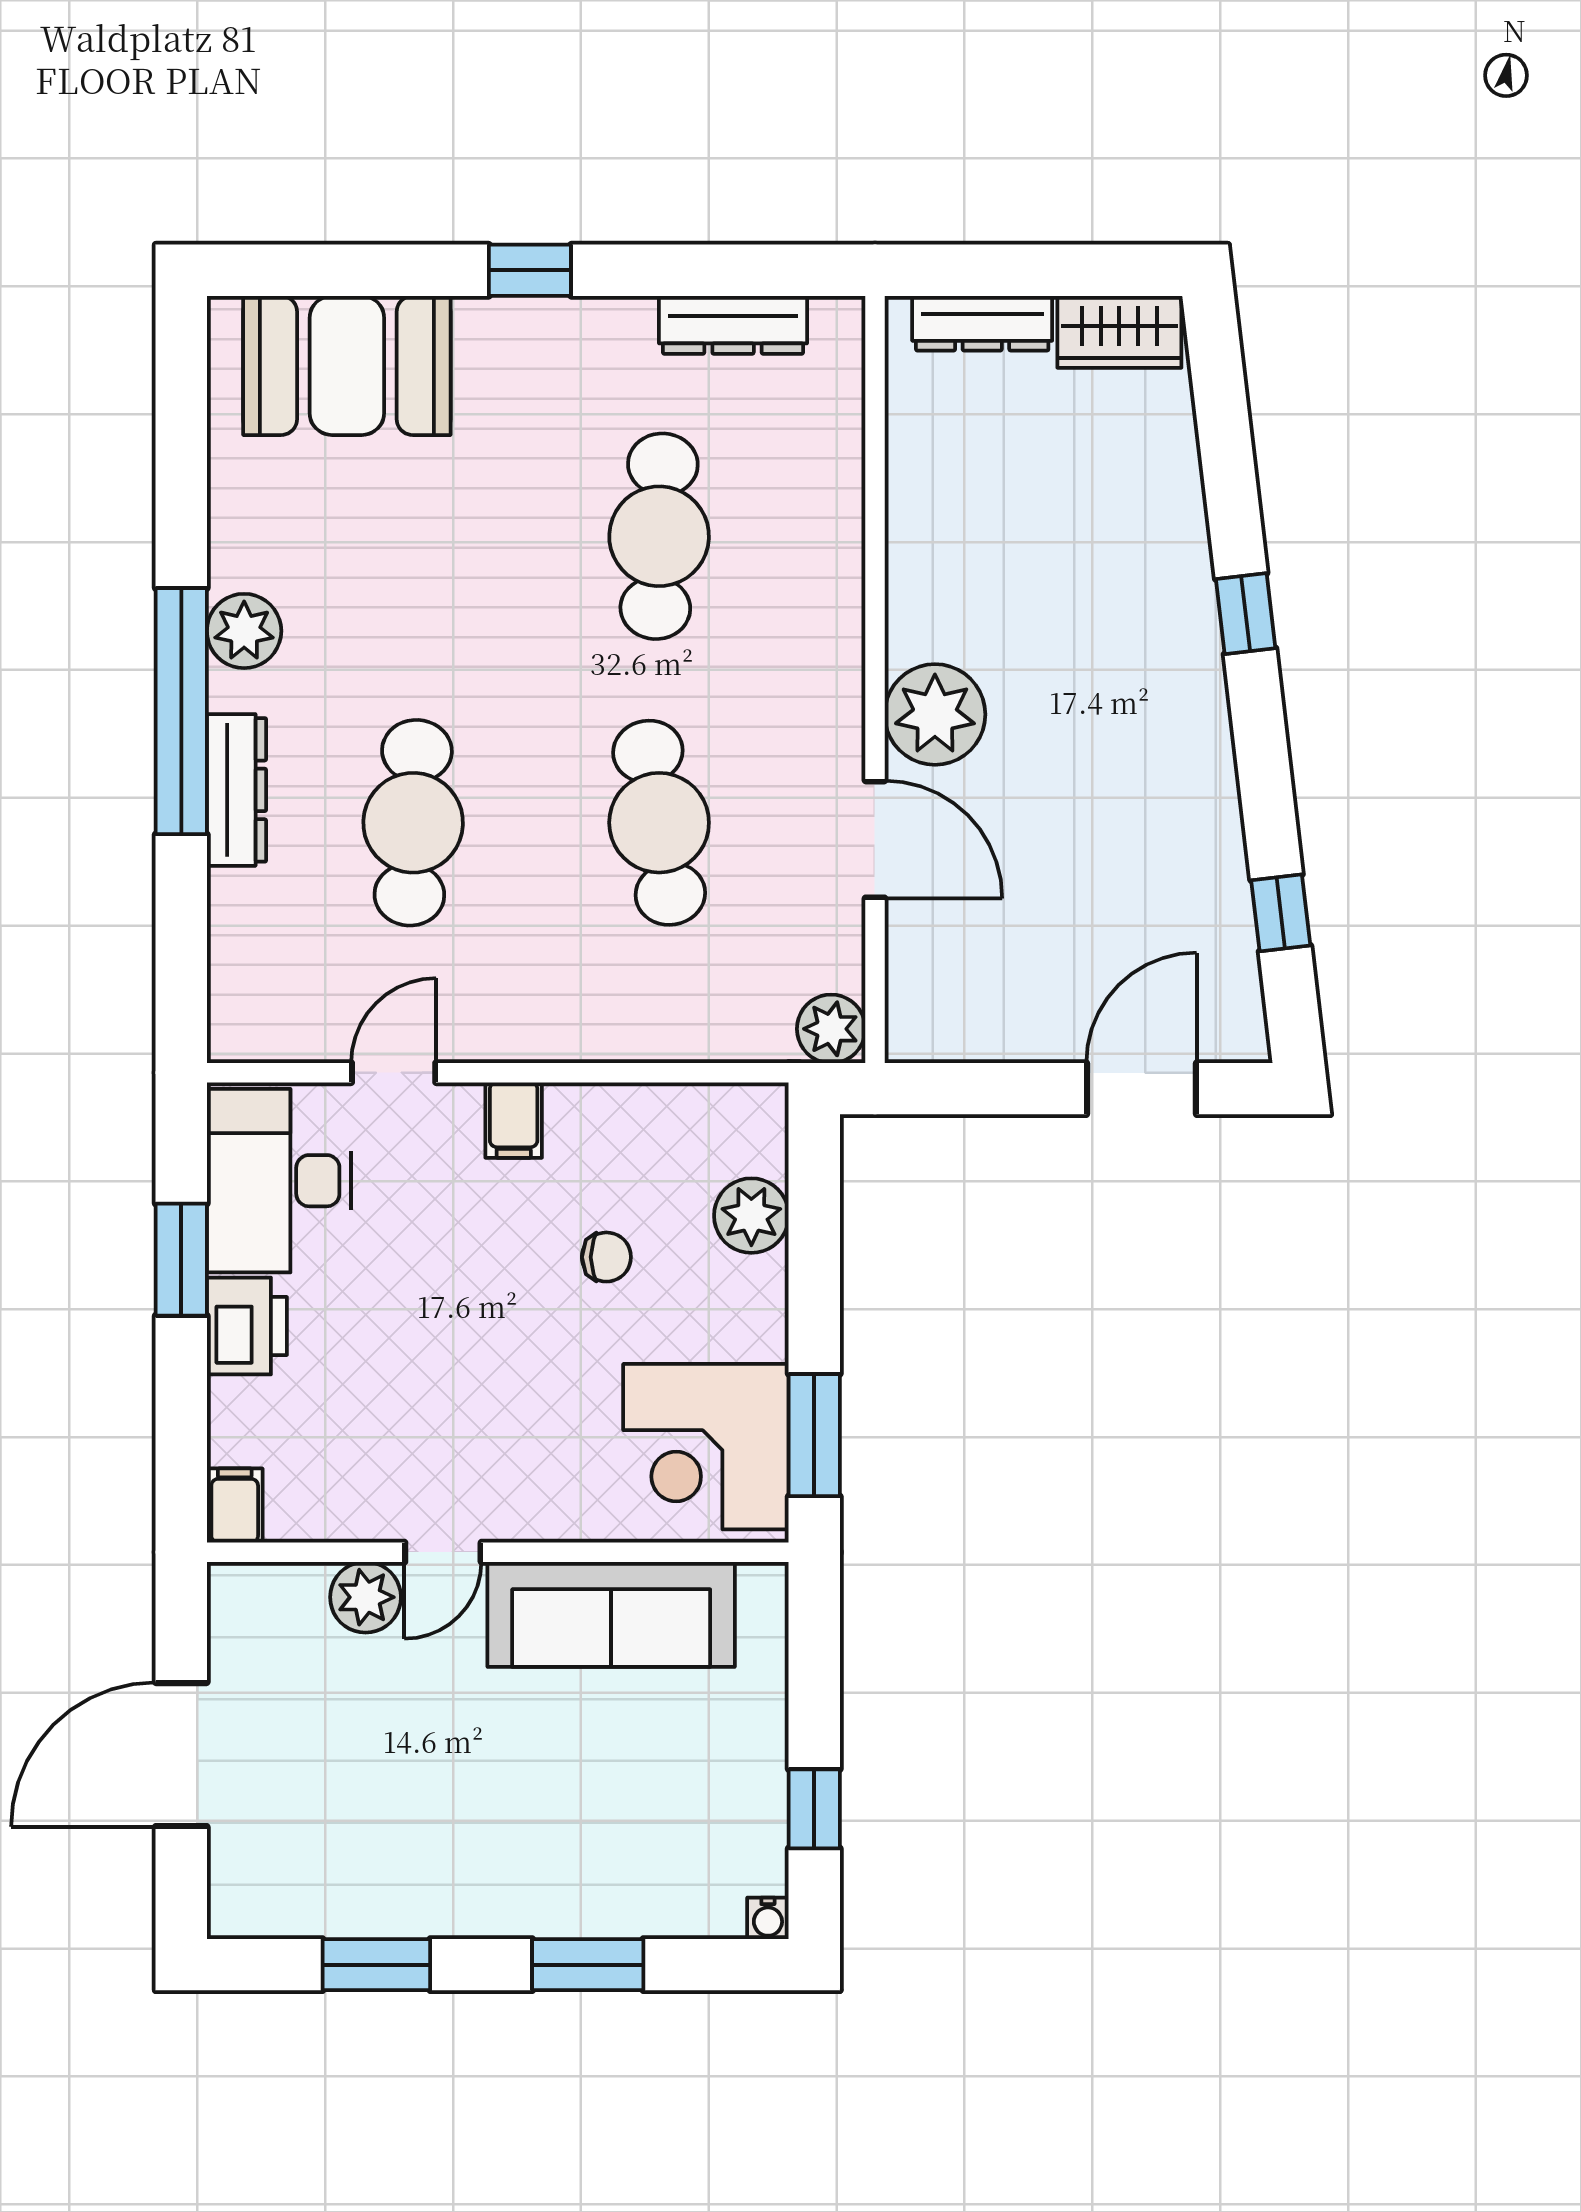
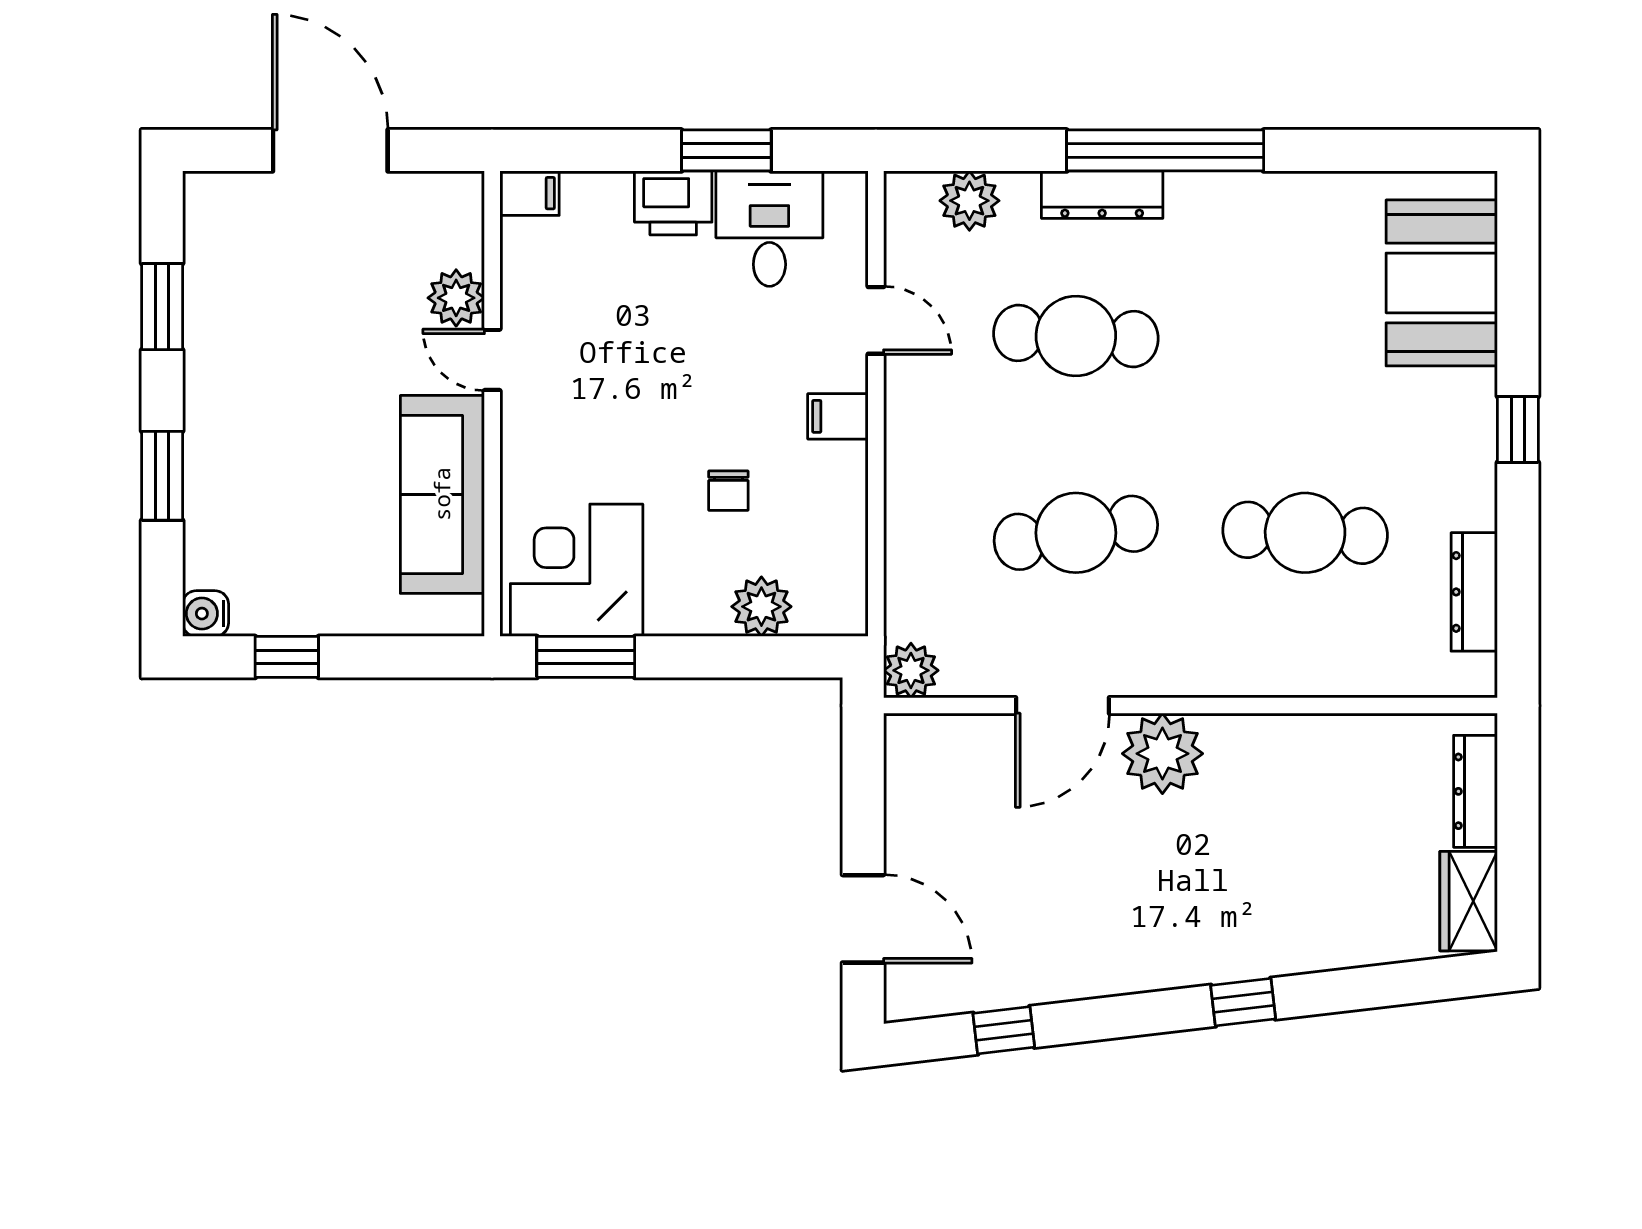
plant: (244, 631) -> (969, 201), moved
desk: (279, 1181) -> (769, 229), width x0.73
water cooler: (768, 1918) -> (206, 614), width x1.38, depth x1.38

